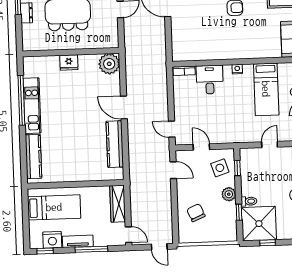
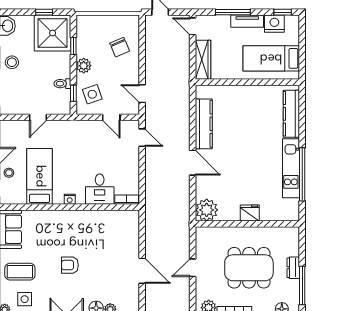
toilet: (249, 201) -> (62, 84), moved

